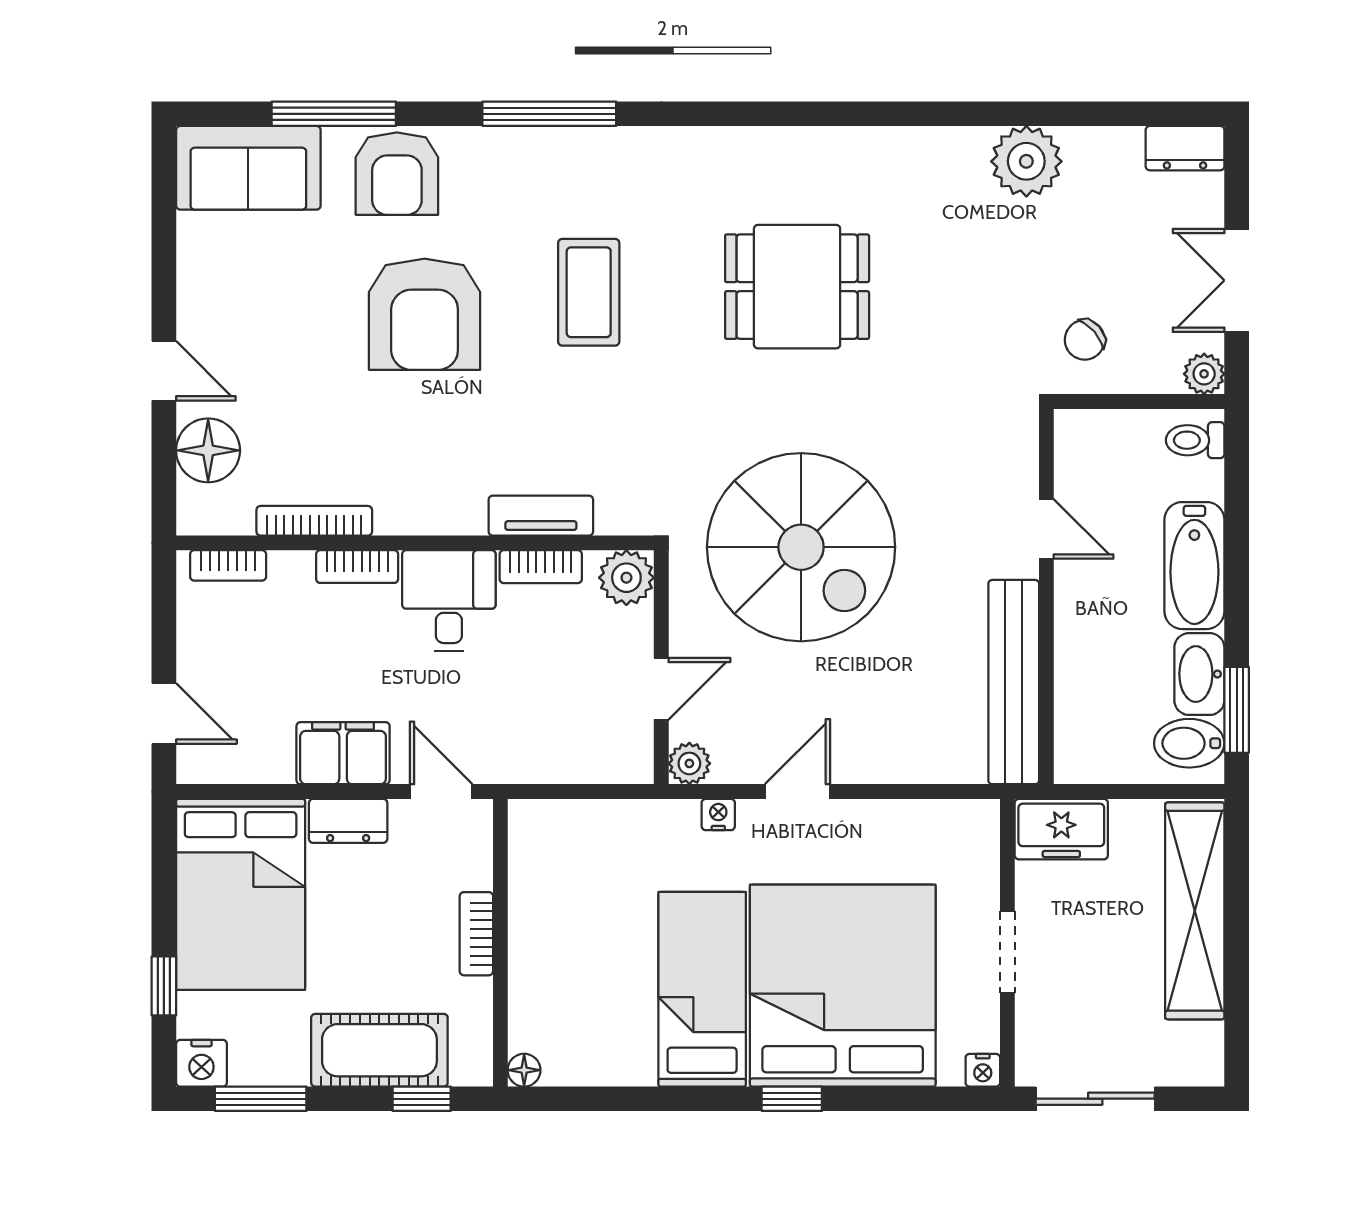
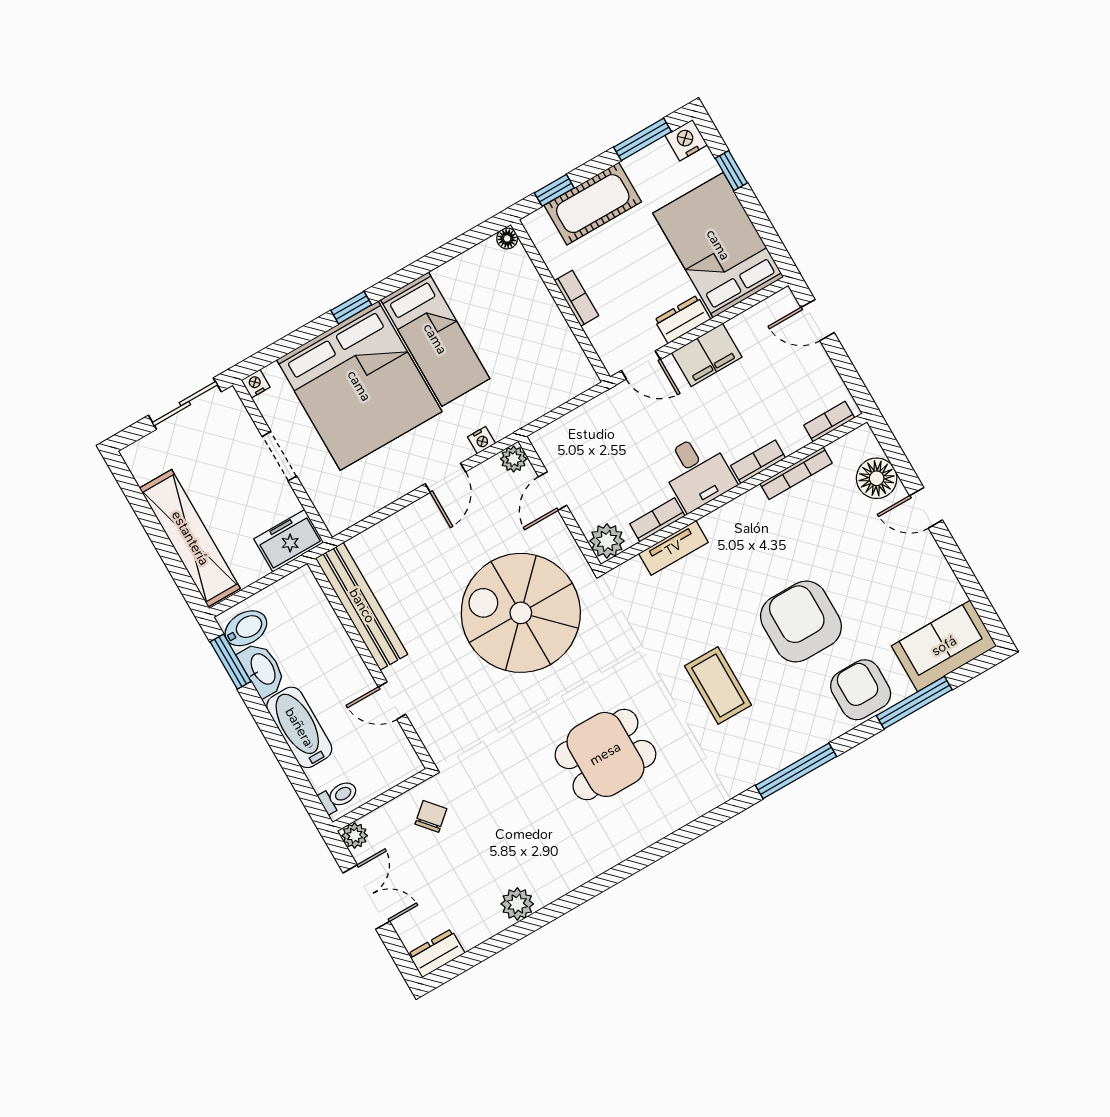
plant: (1026, 161) -> (517, 904), width x0.73, depth x0.73

